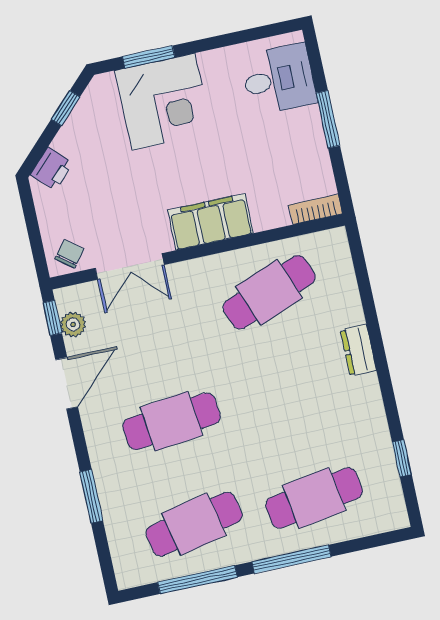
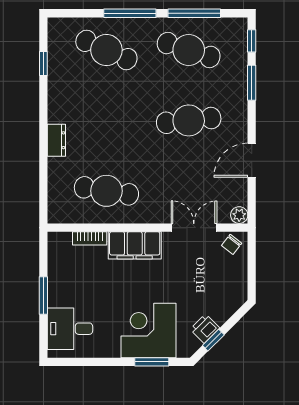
printer: (52, 169) -> (205, 329), moved
bookcase: (316, 209) -> (90, 238), moved
cafe table: (269, 292) -> (106, 191), turned 30
window: (52, 318) -> (252, 41), moved
plant: (73, 324) -> (239, 215), moved
cafe table: (314, 498) -> (106, 50), turned 33
cafe table: (194, 524) -> (189, 50), turned 30

